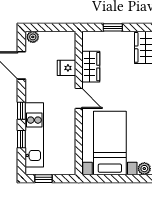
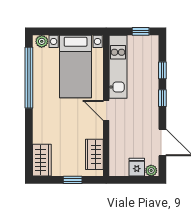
wardrobe: (91, 67) -> (94, 154), moved
fridge: (66, 68) -> (137, 167), moved, turned -90
kitchen unit: (34, 135) -> (118, 67), moved, turned 180

